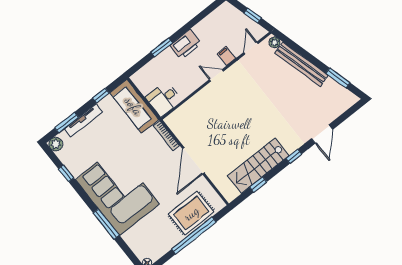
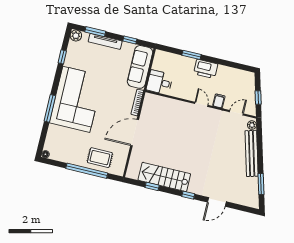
rug: (191, 213) -> (100, 158), width x0.73, depth x0.70

